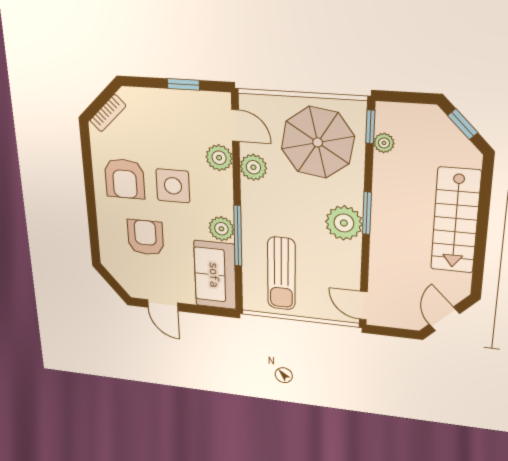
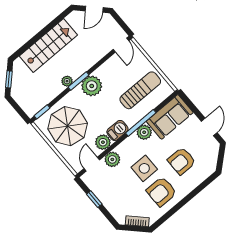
plant: (384, 143) -> (67, 81), moved
armchair: (125, 179) -> (161, 192), turned 180
barbecue: (253, 199) -> (117, 130), added

